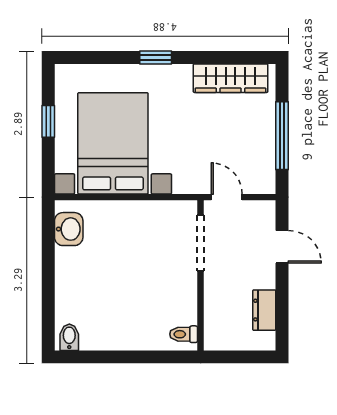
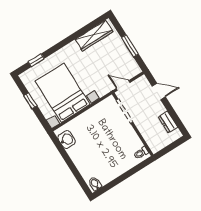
window: (156, 57) -> (36, 60), moved
window: (282, 136) -> (130, 46), width x0.69

